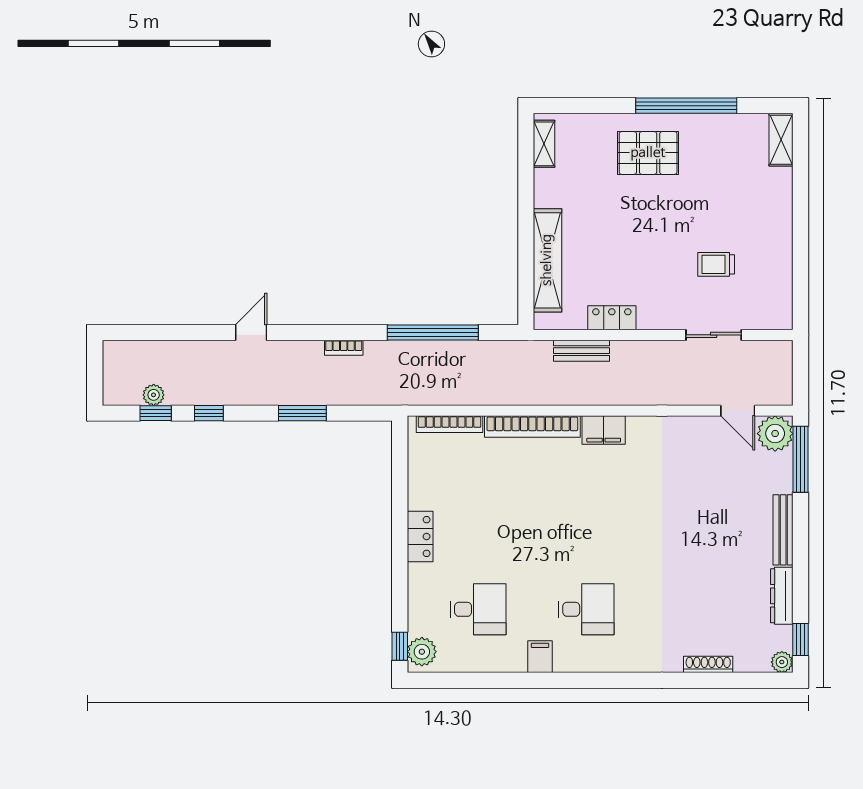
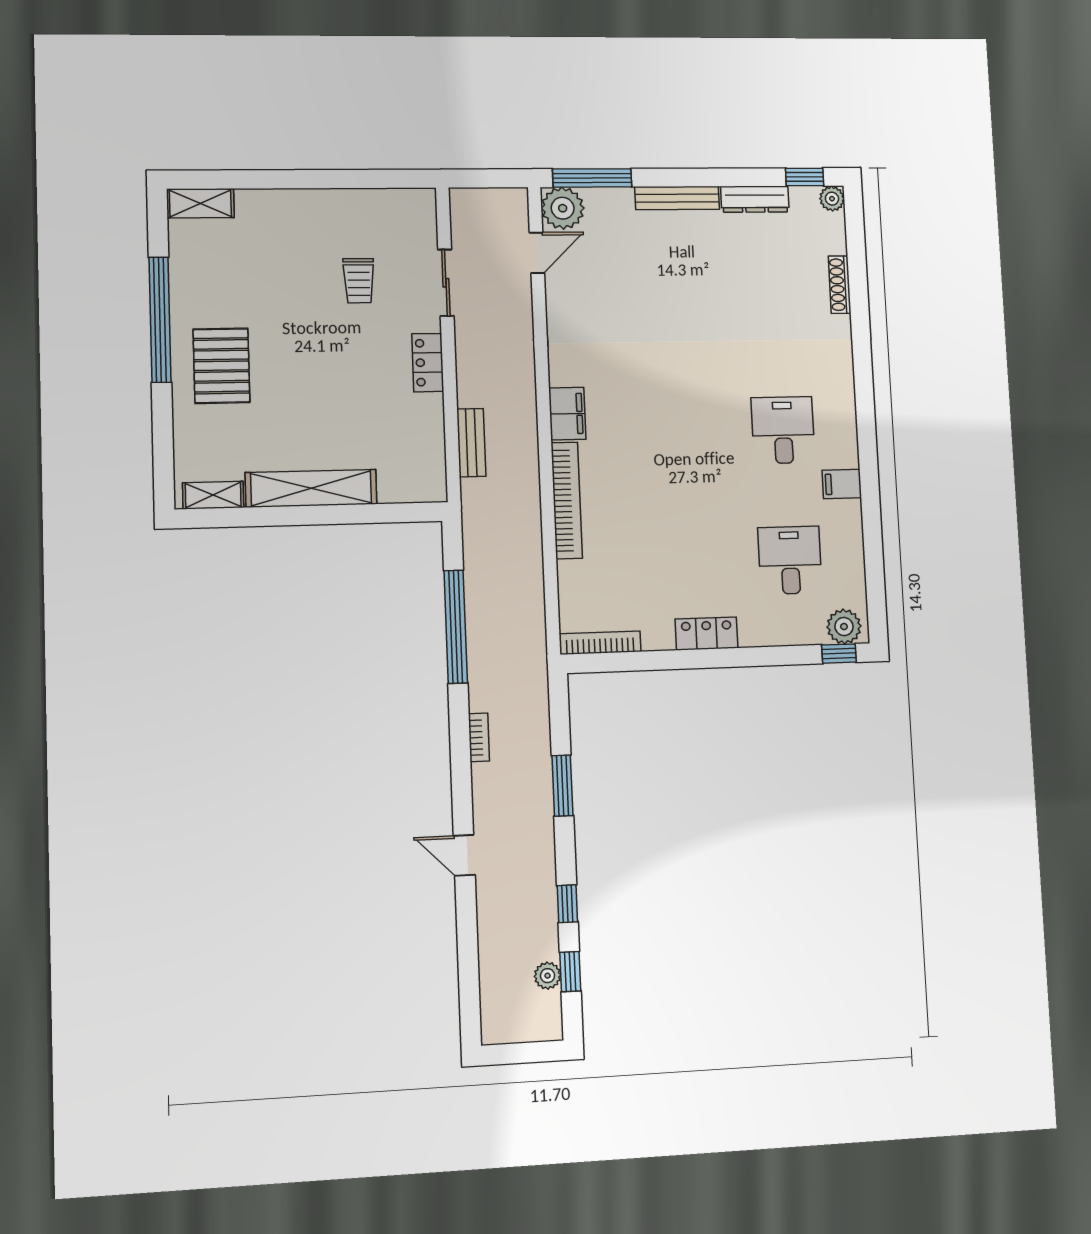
shelving: (547, 260) -> (311, 488), moved
locker: (612, 318) -> (428, 363), moved
bookcase: (450, 424) -> (600, 643), moved, turned -90

